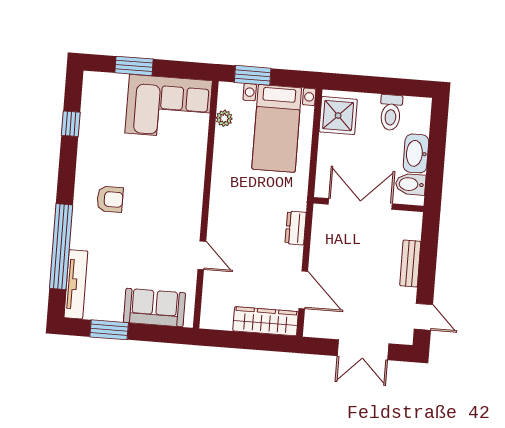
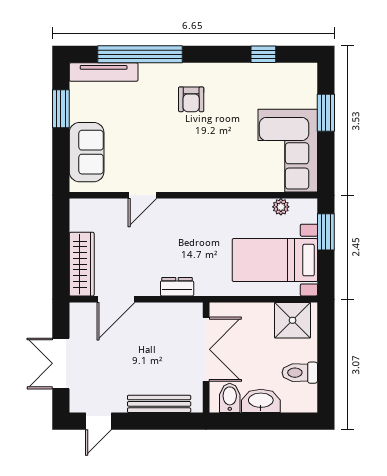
bench: (410, 263) -> (159, 404), width x1.36

